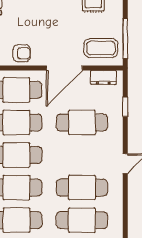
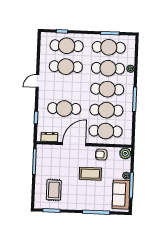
coffee table: (101, 48) -> (90, 174), moved

